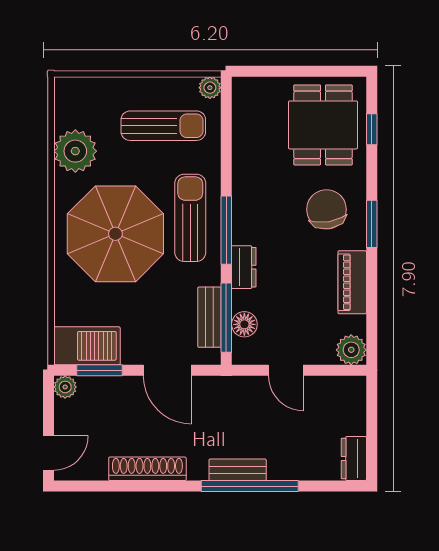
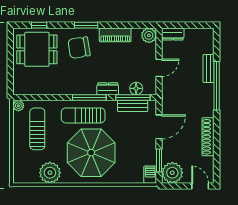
barbecue: (87, 346) -> (150, 175), width x0.53, depth x0.65
plant: (65, 387) -> (172, 173), width x1.88, depth x1.88
dresser: (354, 459) -> (173, 34), moved
bench: (238, 470) -> (209, 69), moved

